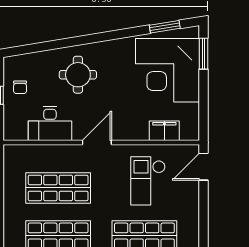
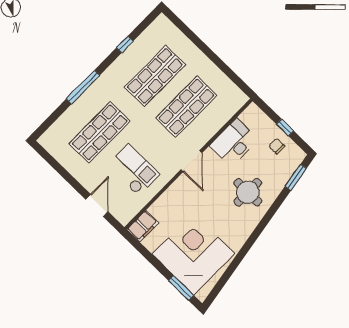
window: (165, 27) -> (296, 177), moved
filing cabinet: (164, 131) -> (143, 226), moved
door: (203, 167) -> (97, 205), moved

